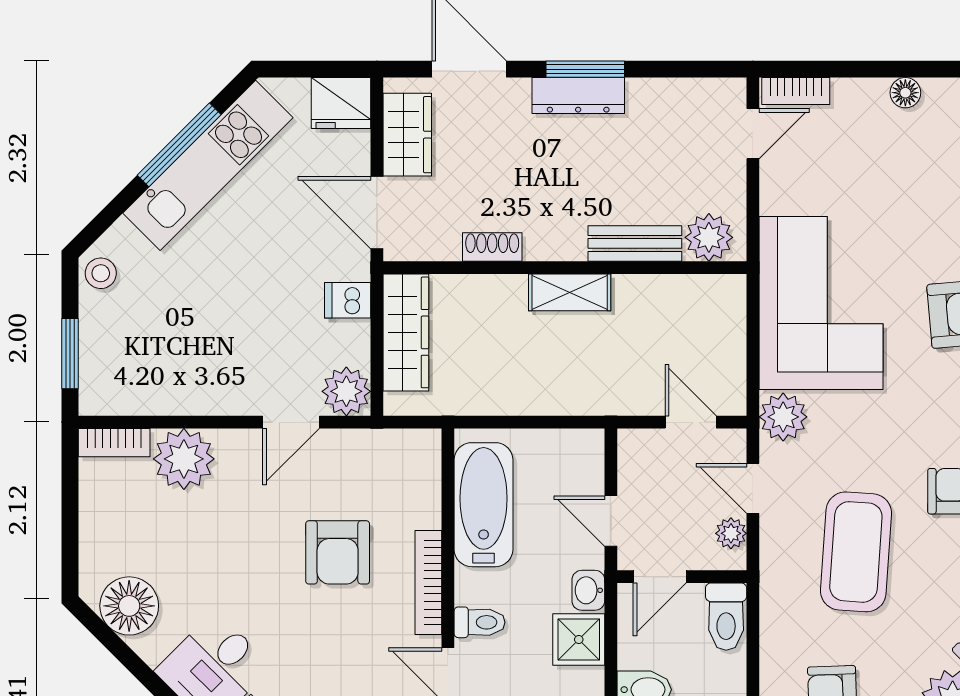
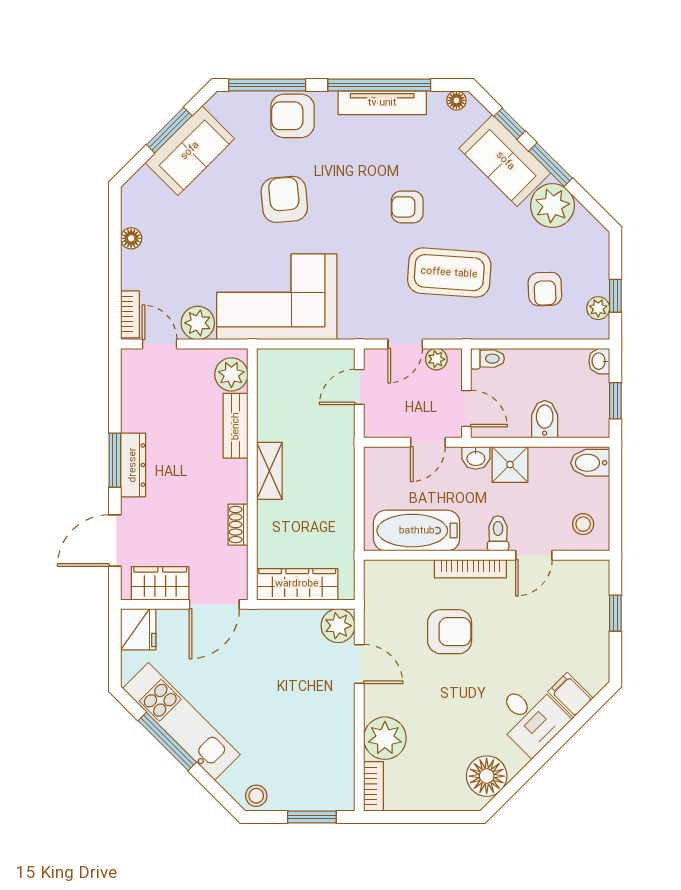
dishwasher: (348, 300) -> (275, 625), removed
plant: (783, 417) -> (198, 323), moved
toilet: (726, 617) -> (488, 359), width x0.73, depth x0.72

